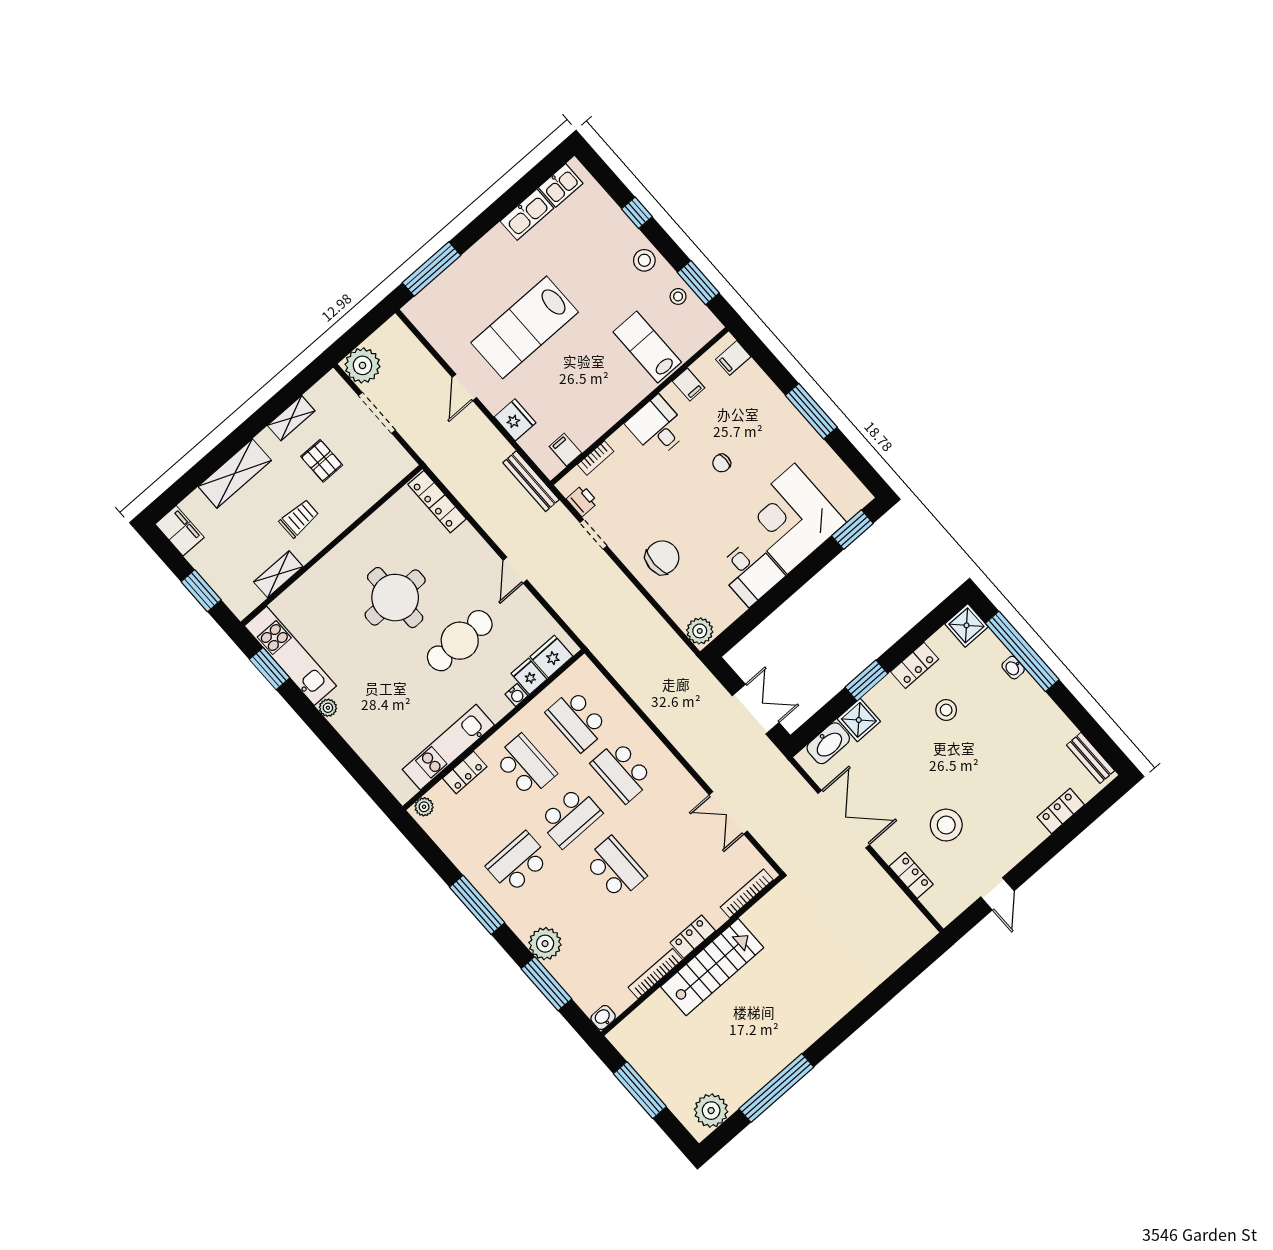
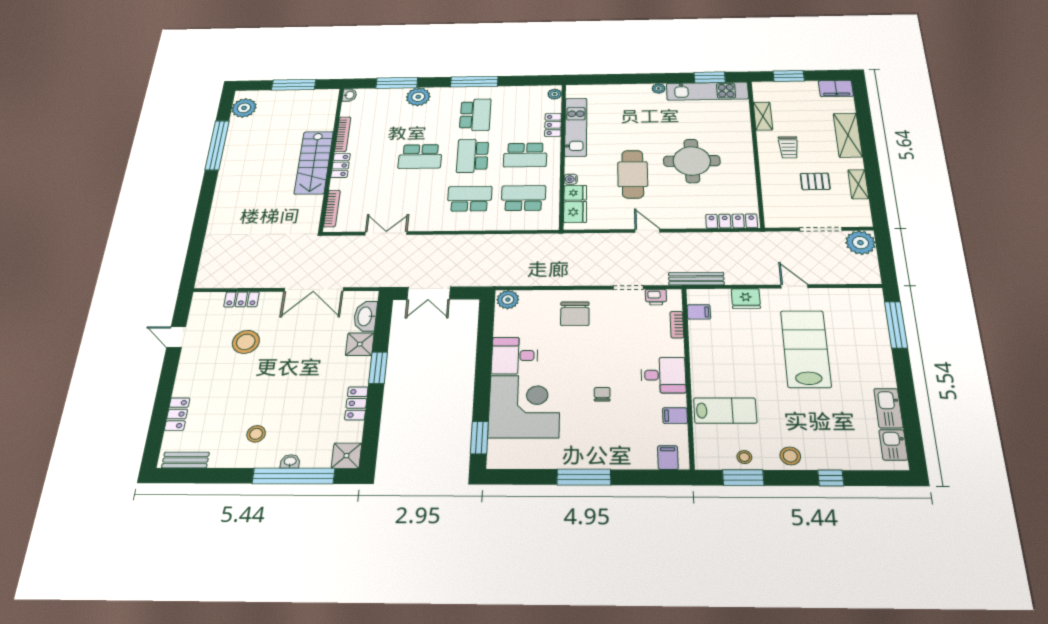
stool: (946, 710) -> (256, 434), moved

